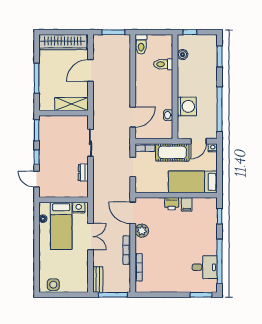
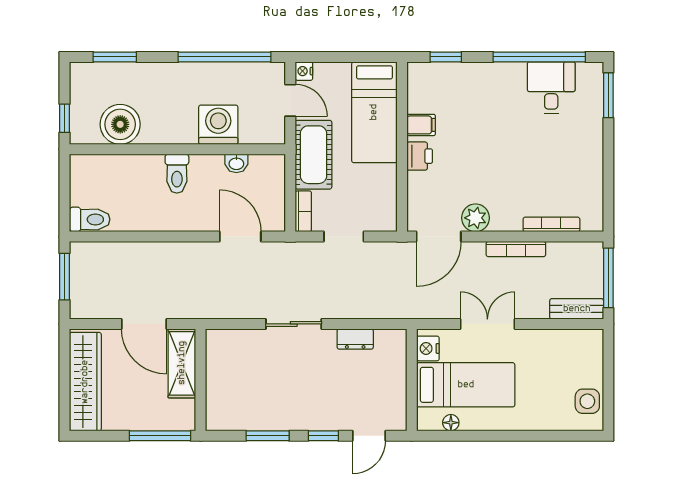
boiler: (183, 55) -> (120, 124), width x1.86, depth x1.86
toilet: (163, 64) -> (177, 174), moved
shelving: (72, 104) -> (182, 363), moved
wall: (64, 113) -> (200, 380), moved

